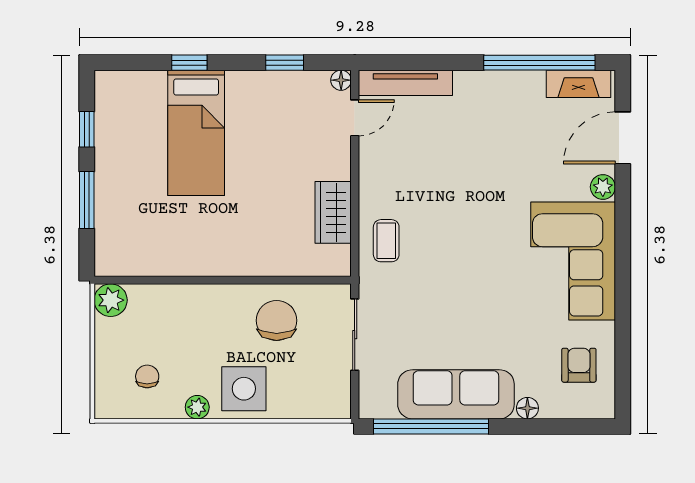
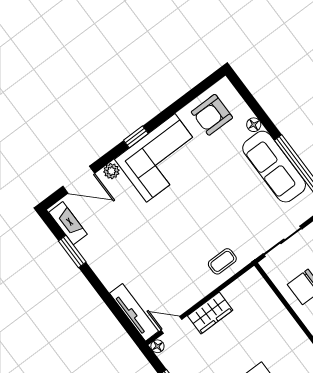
window: (539, 63) -> (72, 251), width x0.47
wardrobe: (333, 212) -> (210, 313), moved
window: (623, 250) -> (136, 137), added
armchair: (579, 365) -> (212, 115), width x1.38, depth x1.38

